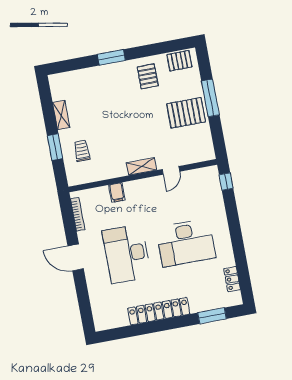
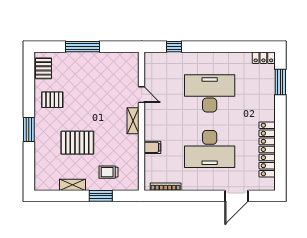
pallet: (186, 113) -> (77, 143), moved, turned 90
window: (226, 181) -> (174, 47), moved
desk: (186, 243) -> (210, 93), turned -90
door: (76, 257) -> (236, 196), moved
locker: (232, 279) -> (263, 58), moved
locker: (159, 311) -> (267, 149), moved

